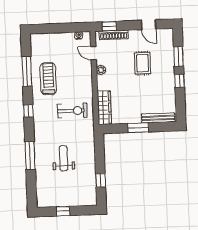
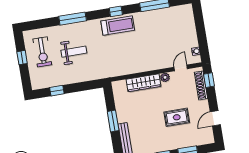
treadmill: (48, 79) -> (118, 26), moved
wardrobe: (104, 108) -> (143, 83), moved
exercise bike: (72, 111) -> (42, 52), moved

